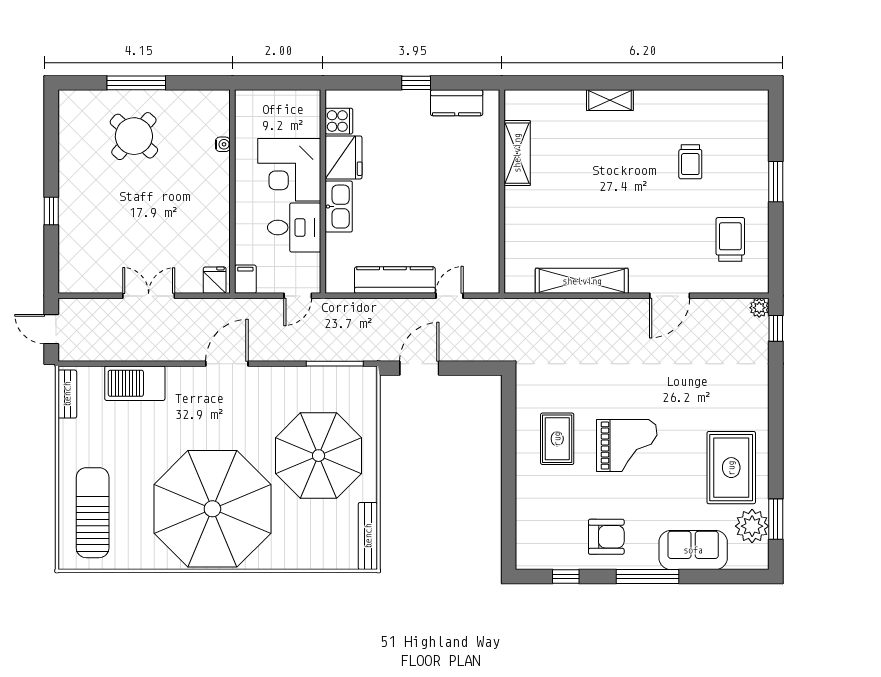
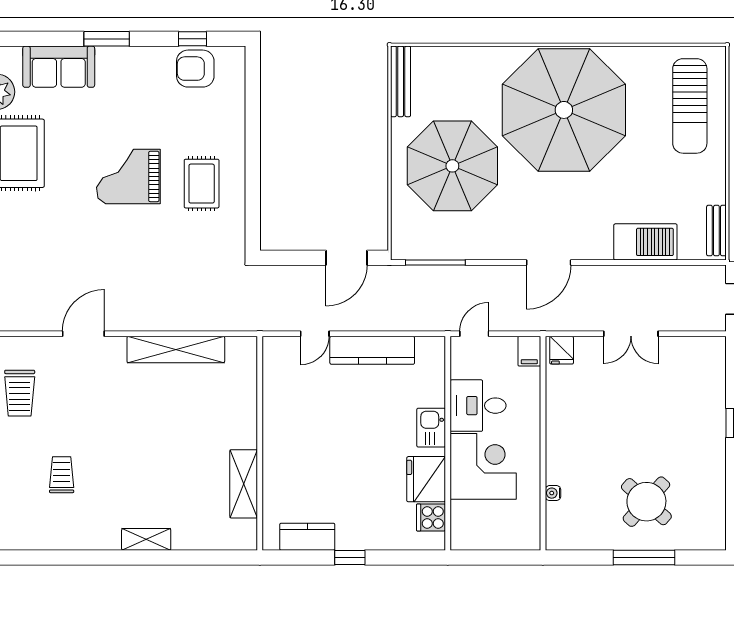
kitchen sink: (339, 207) -> (431, 428), width x0.73
armchair: (606, 537) -> (195, 69), moved
window: (647, 576) -> (107, 39), width x0.69

